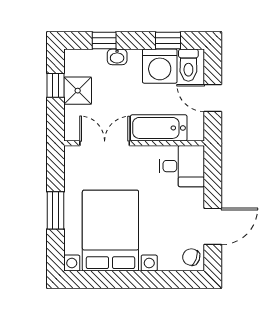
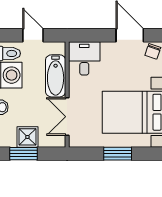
window: (55, 85) -> (24, 154), width x1.50
door: (213, 98) -> (33, 35), swing flipped

